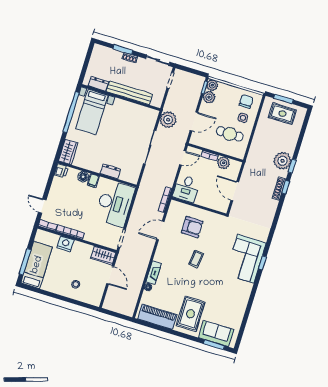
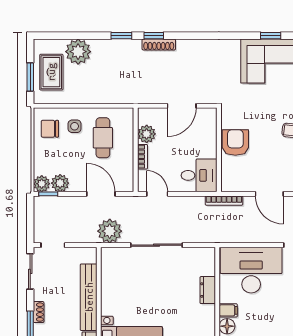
plant: (283, 161) -> (78, 52), moved
armchair: (192, 227) -> (235, 143), moved

